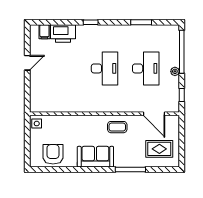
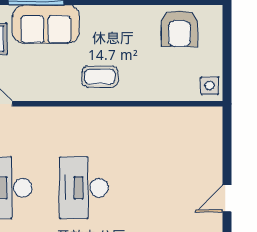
coffee table: (117, 127) -> (100, 77), moved
sofa: (95, 157) -> (46, 24), moved

